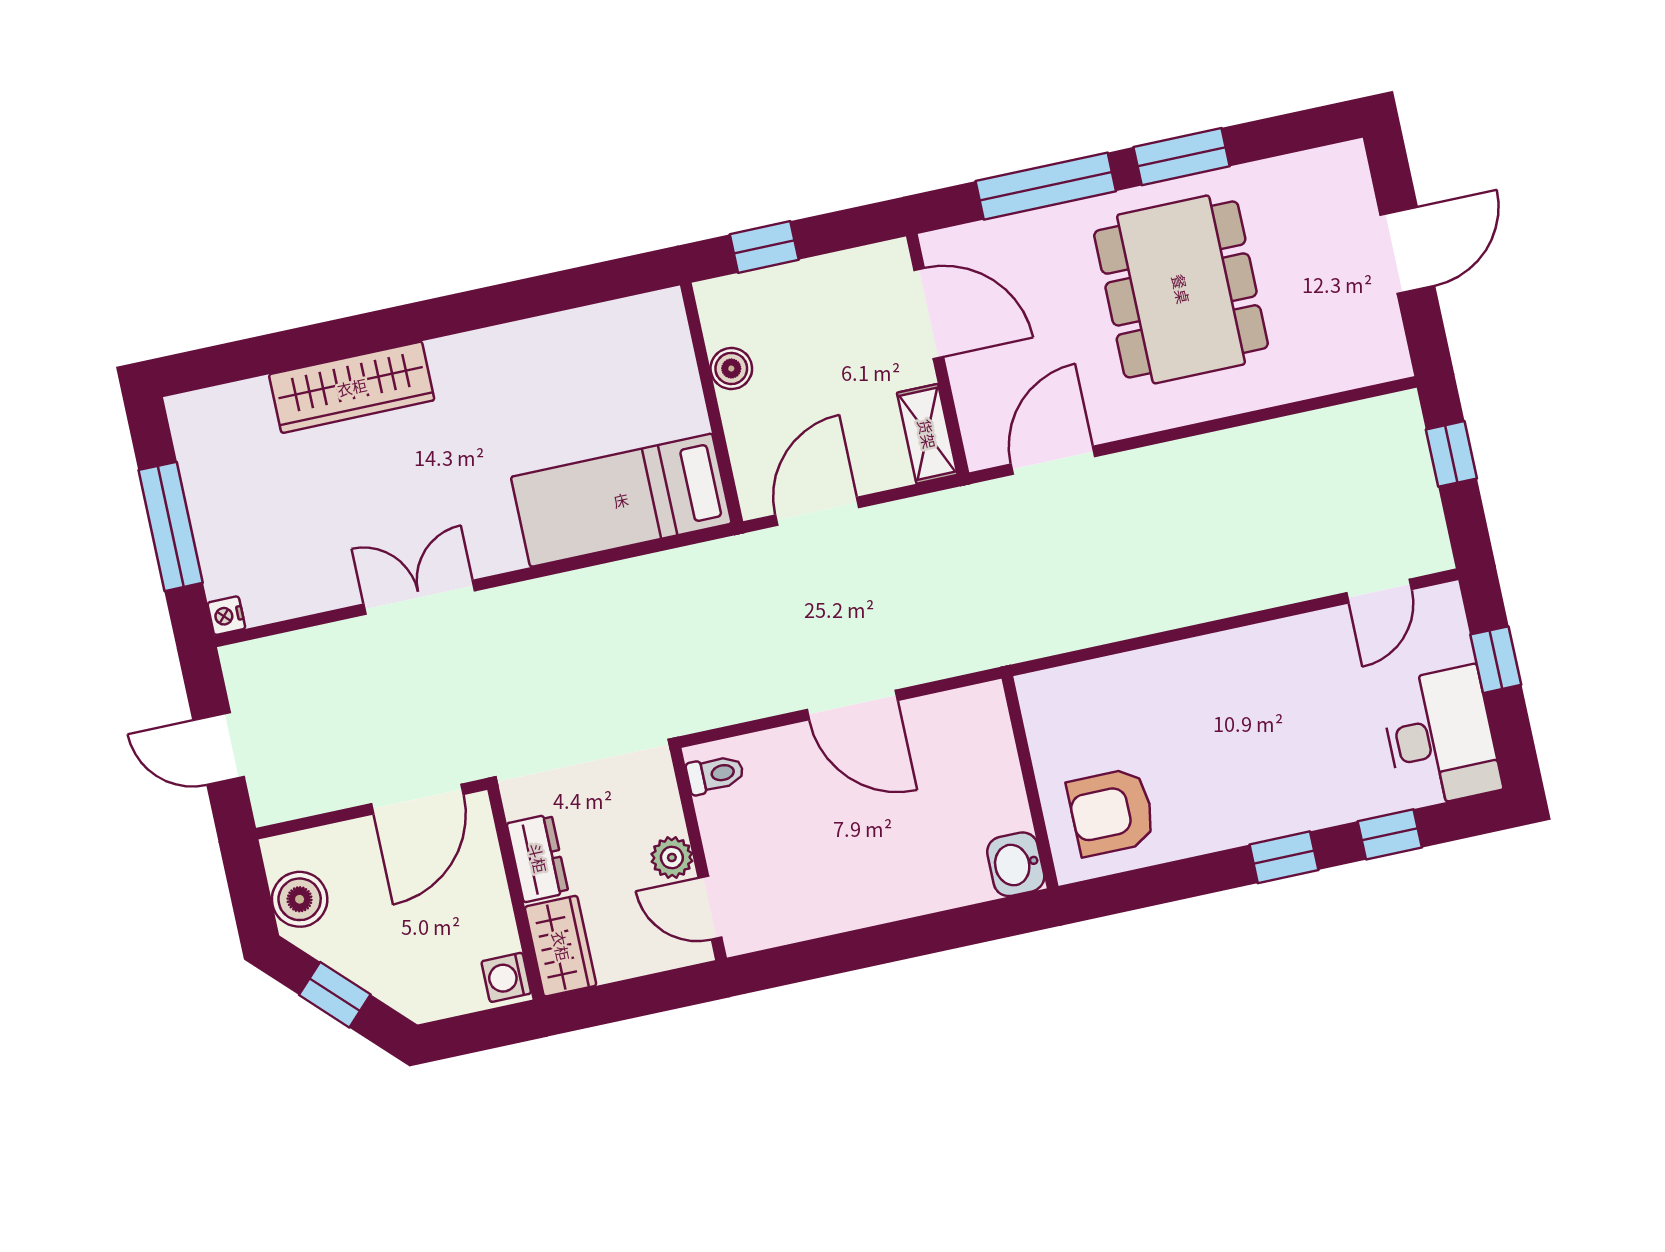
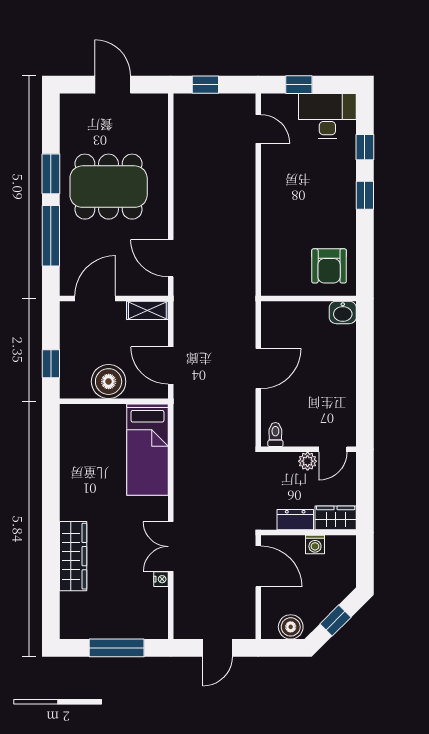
boiler: (731, 369) -> (109, 382), width x1.86, depth x1.86
nightstand: (226, 616) -> (161, 579), moved, turned -90
washing machine: (506, 977) -> (315, 544), moved

